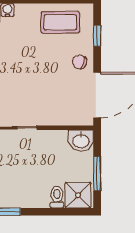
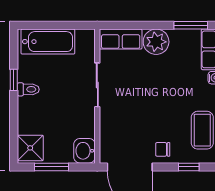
chair: (79, 62) -> (163, 149), turned -108
toilet: (57, 197) -> (28, 89), moved

